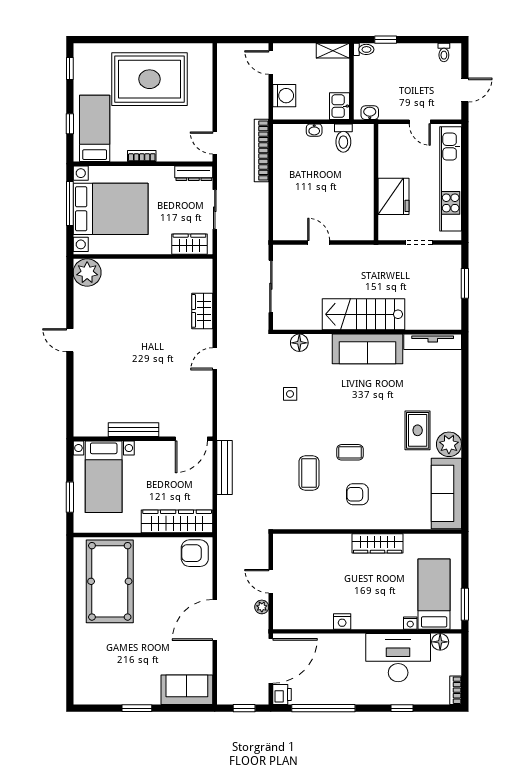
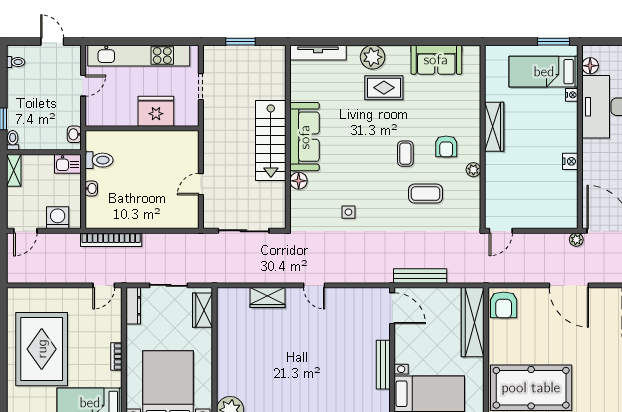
tv unit: (433, 342) -> (318, 53), moved, turned 90
floor lamp: (299, 343) -> (299, 181), moved
plant: (449, 444) -> (373, 57), moved
sofa: (446, 493) -> (436, 60), width x0.73
plant: (333, 522) -> (473, 170), added
door: (271, 581) -> (501, 231), moved
plant: (262, 607) -> (576, 240), moved

